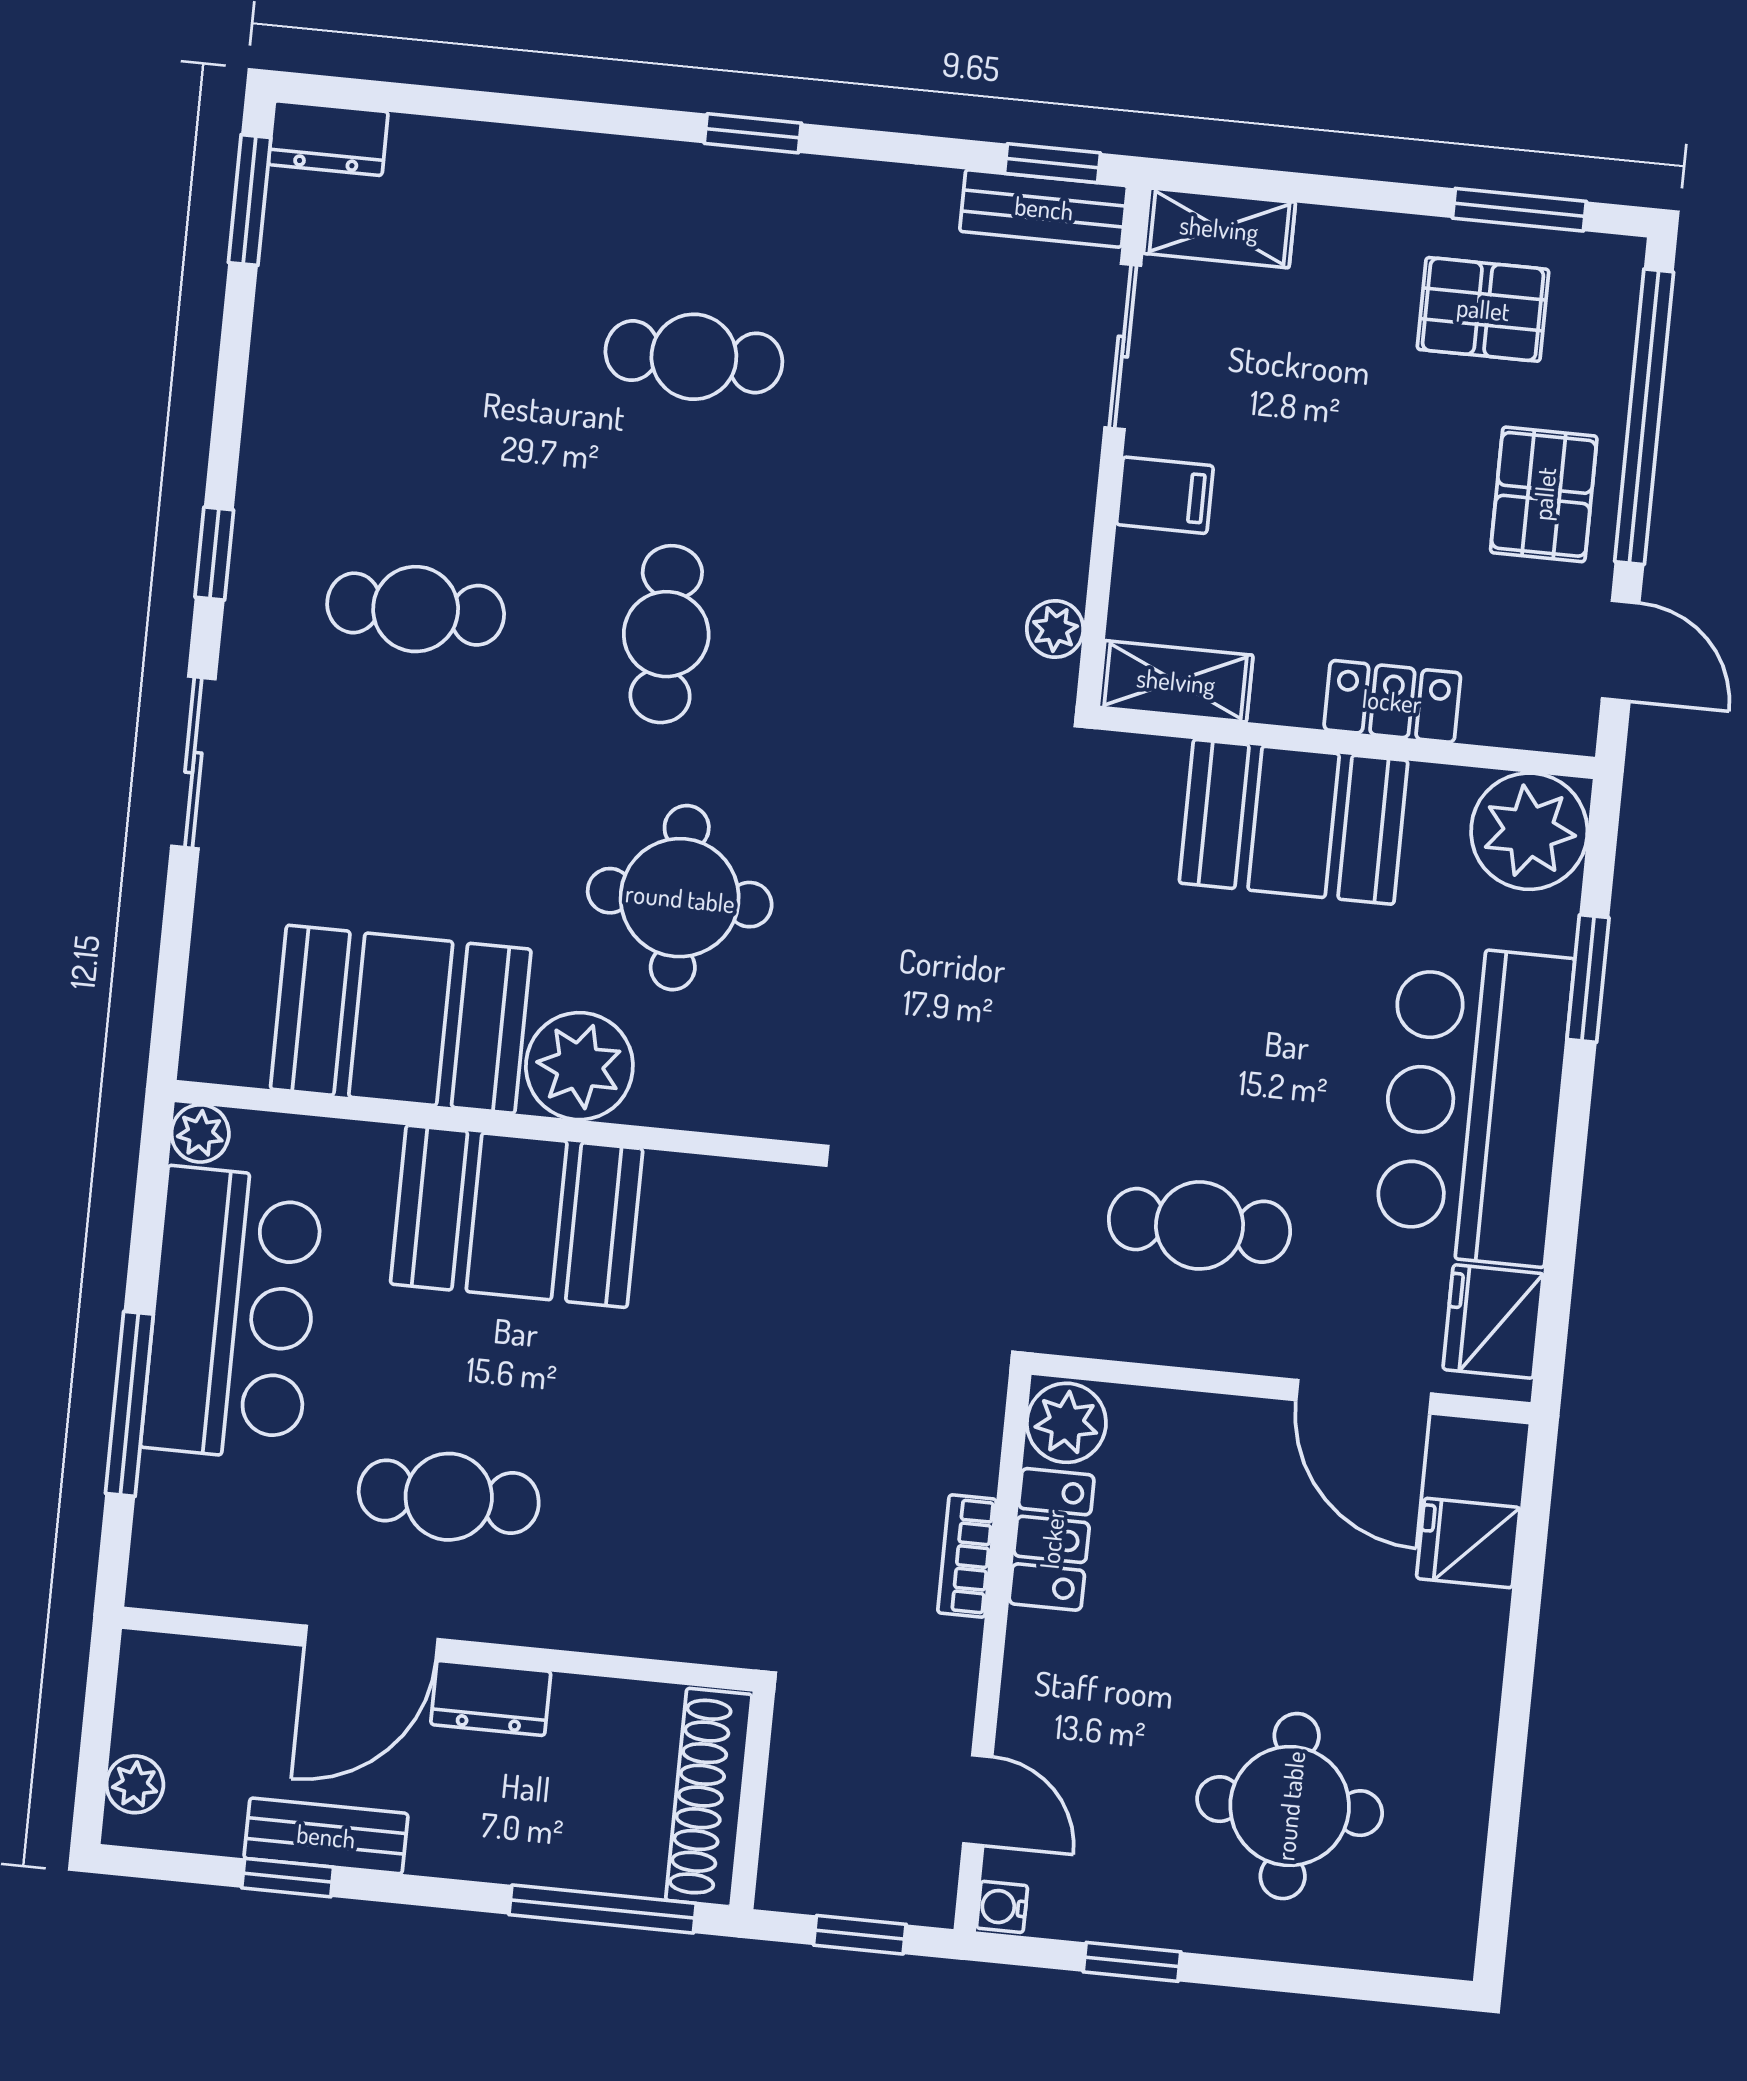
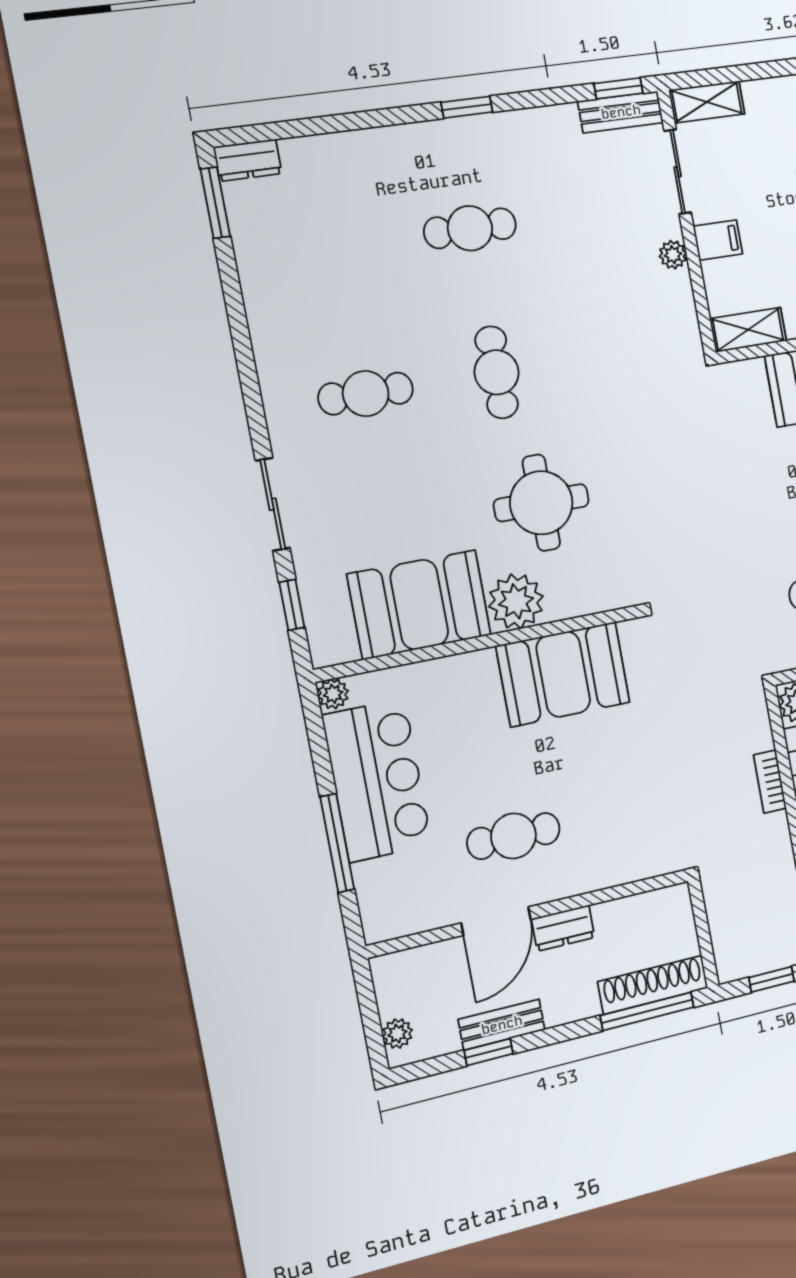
window: (214, 554) -> (292, 605), moved
plant: (1055, 629) -> (673, 255), moved
booth: (517, 1216) -> (563, 674), moved
shoe rack: (709, 1797) -> (653, 985), moved, turned 90

